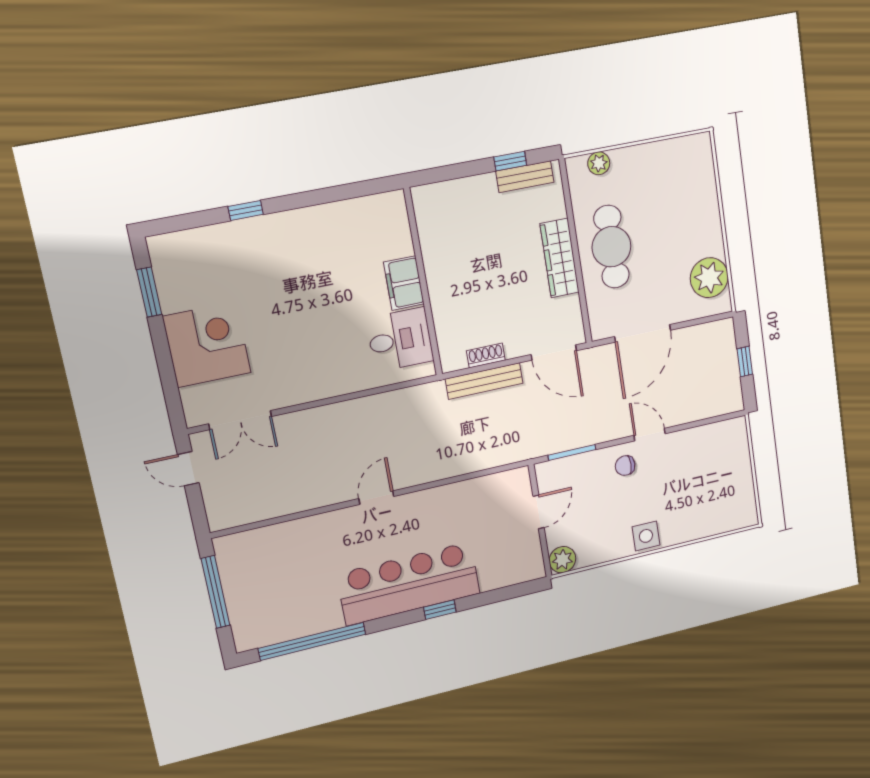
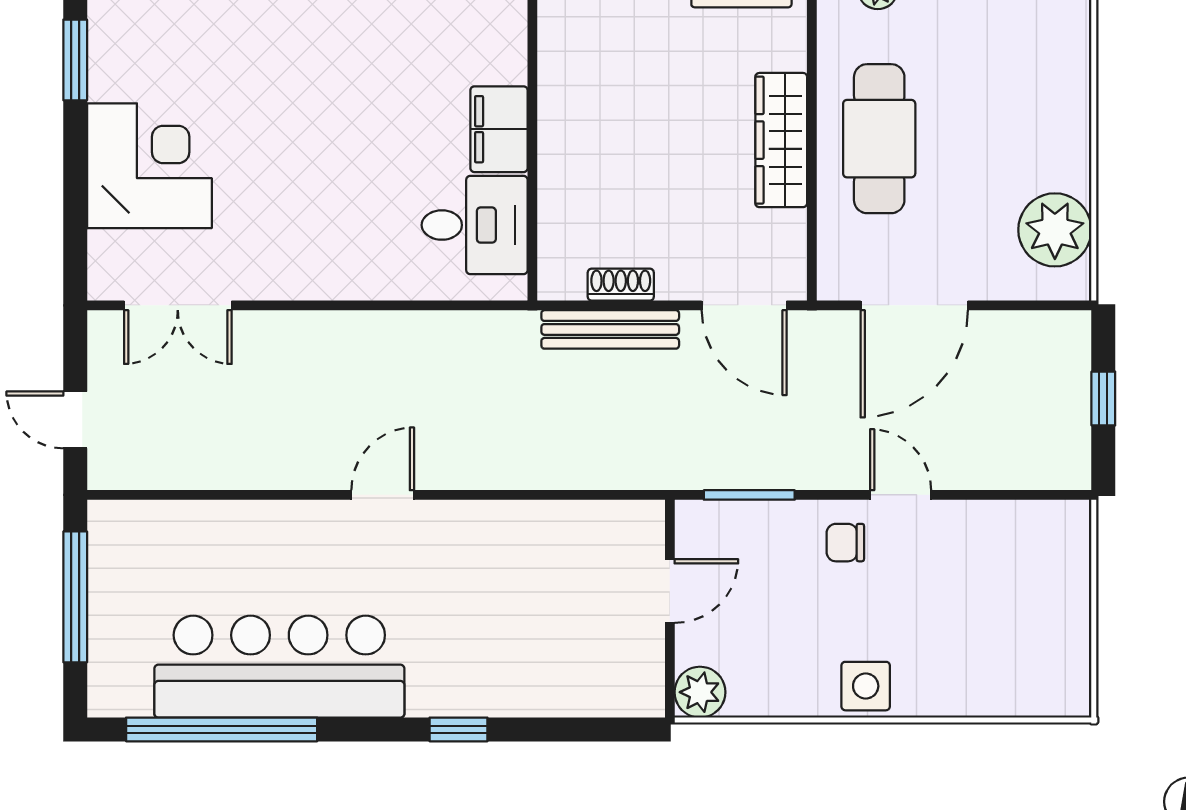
door: (188, 469) -> (75, 420), moved
bar counter: (409, 584) -> (279, 667), moved

